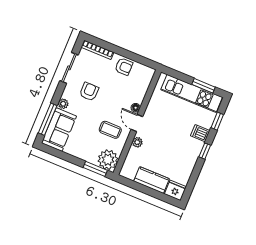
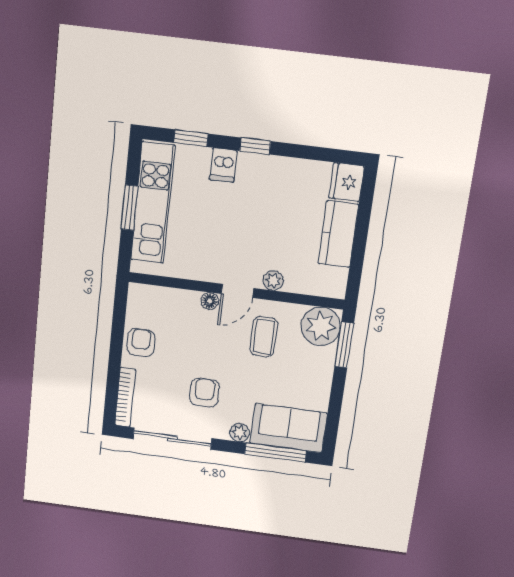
sliding door: (69, 68) -> (172, 439), width x1.37
window: (204, 86) -> (129, 208), moved
armchair: (89, 92) -> (205, 393), turned 90

